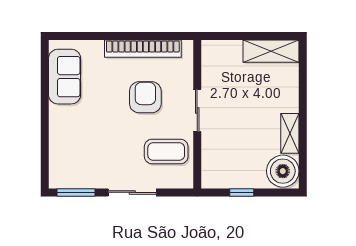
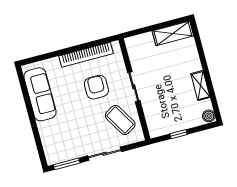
sofa: (65, 77) -> (40, 94), width x1.36
coffee table: (166, 152) -> (120, 120), turned 59
boiler: (283, 171) -> (209, 116), width x0.54, depth x0.54

